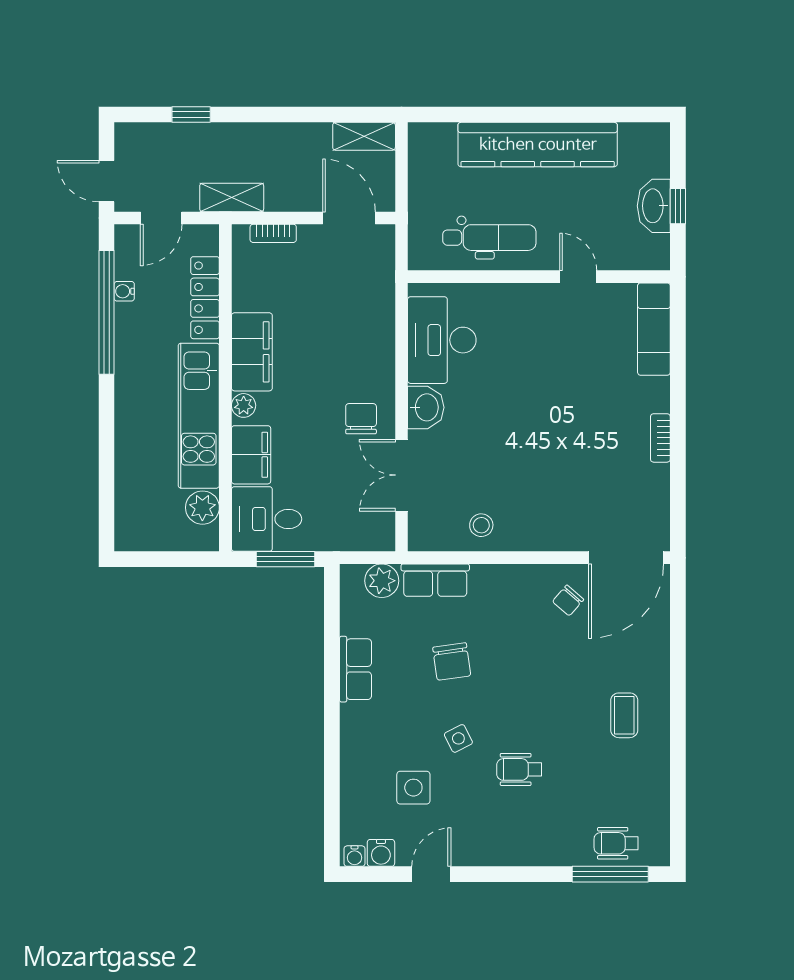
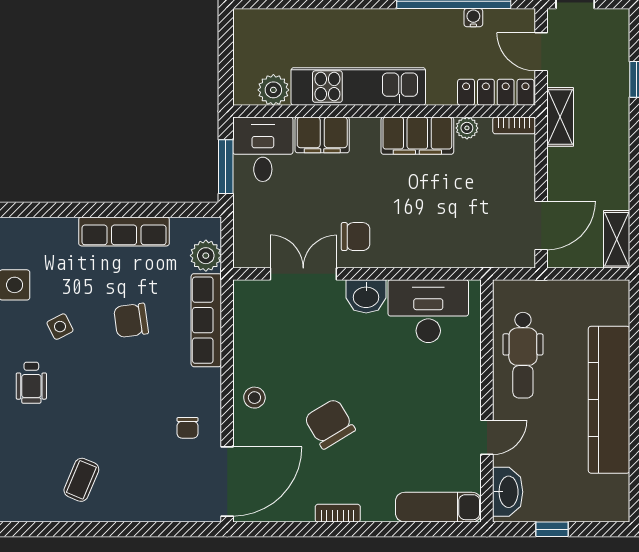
washbasin: (654, 206) -> (508, 492), moved, turned 90
bookcase: (273, 233) -> (514, 125), moved, turned -90
locker: (205, 298) -> (496, 92), moved
plant: (244, 405) -> (467, 128), moved
chair: (563, 447) -> (330, 424), added
stool: (481, 525) -> (254, 398), moved
door: (626, 558) -> (227, 481), swing flipped
row of seats: (435, 580) -> (206, 320), width x1.48
chair: (568, 600) -> (188, 428), turned -131
row of seats: (355, 669) -> (124, 231), width x1.48
coffee table: (624, 715) -> (81, 480), turned -67
wheelchair: (519, 769) -> (31, 383), turned 180

